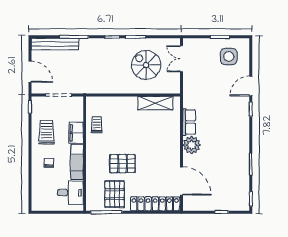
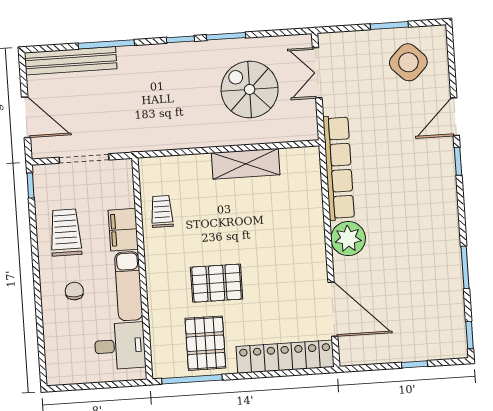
side table: (229, 56) -> (408, 62), turned 45
shelving: (155, 103) -> (246, 164), moved
row of seats: (189, 122) -> (339, 168), width x2.02

